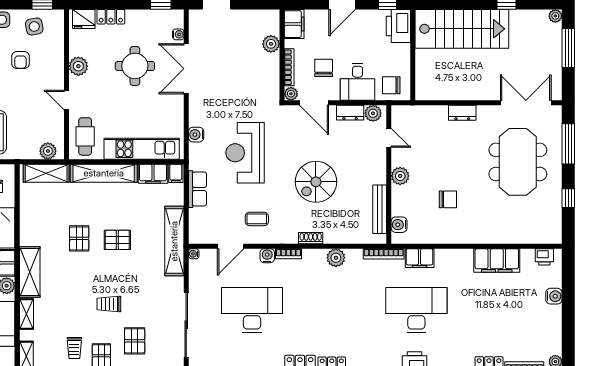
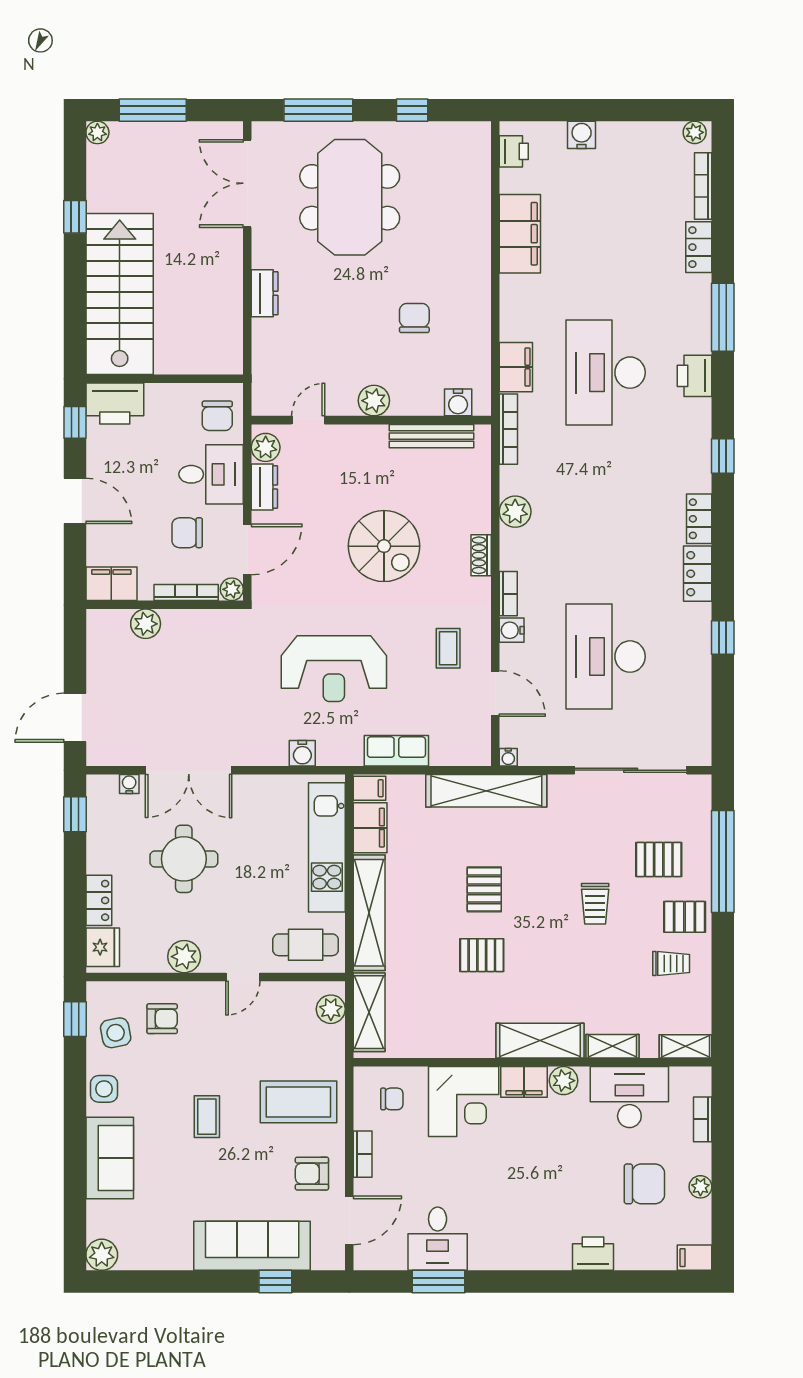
armchair: (20, 60) -> (162, 1019), moved
meeting table: (518, 162) -> (350, 197), turned 90

